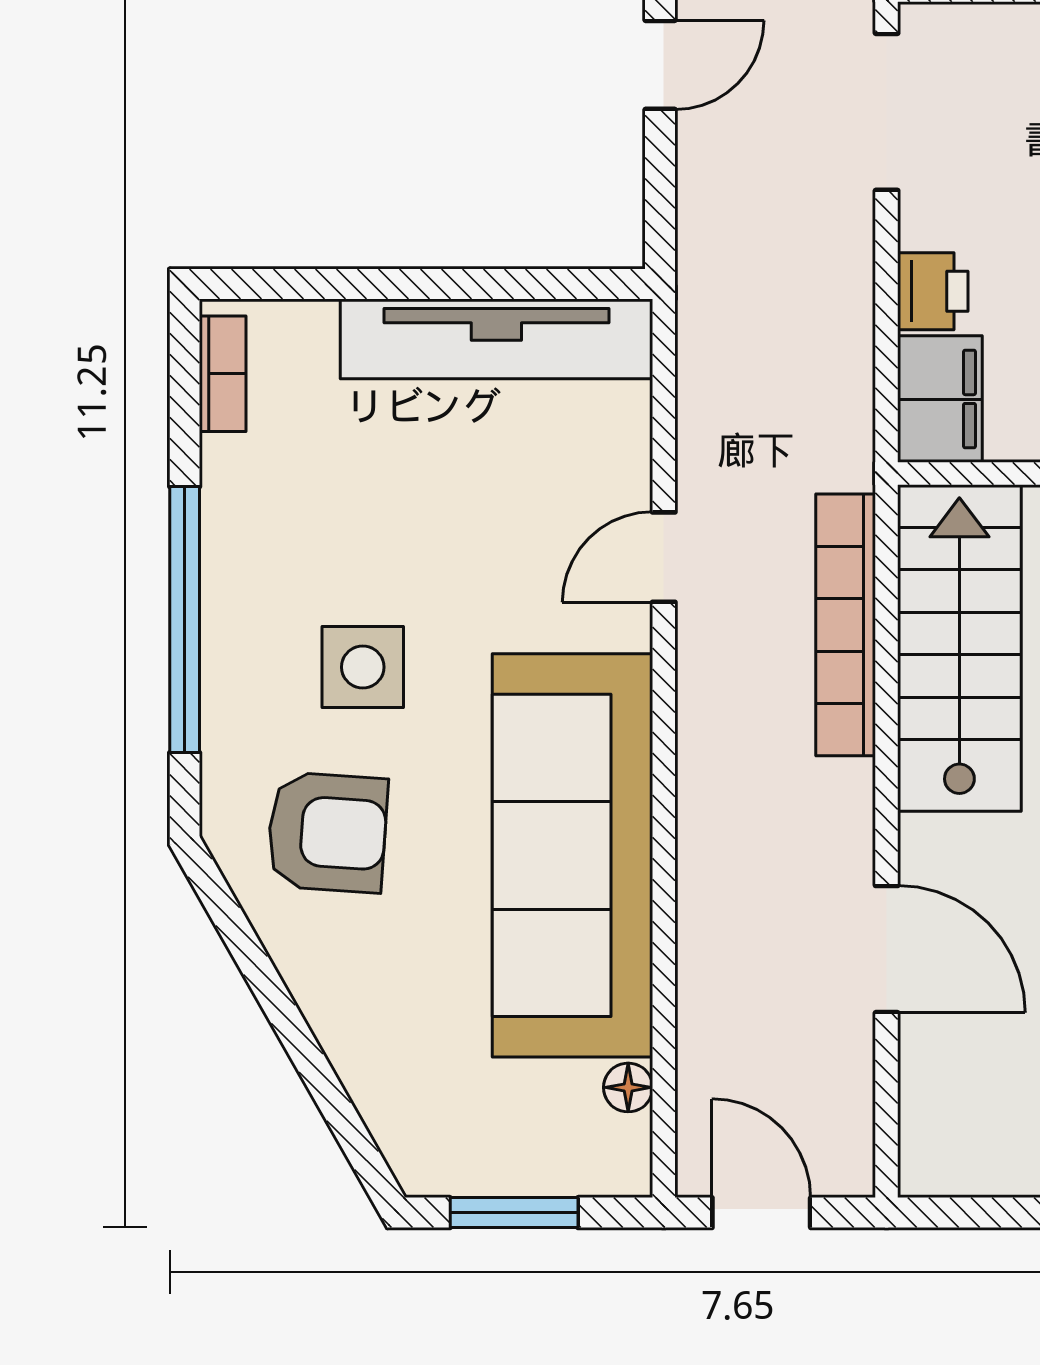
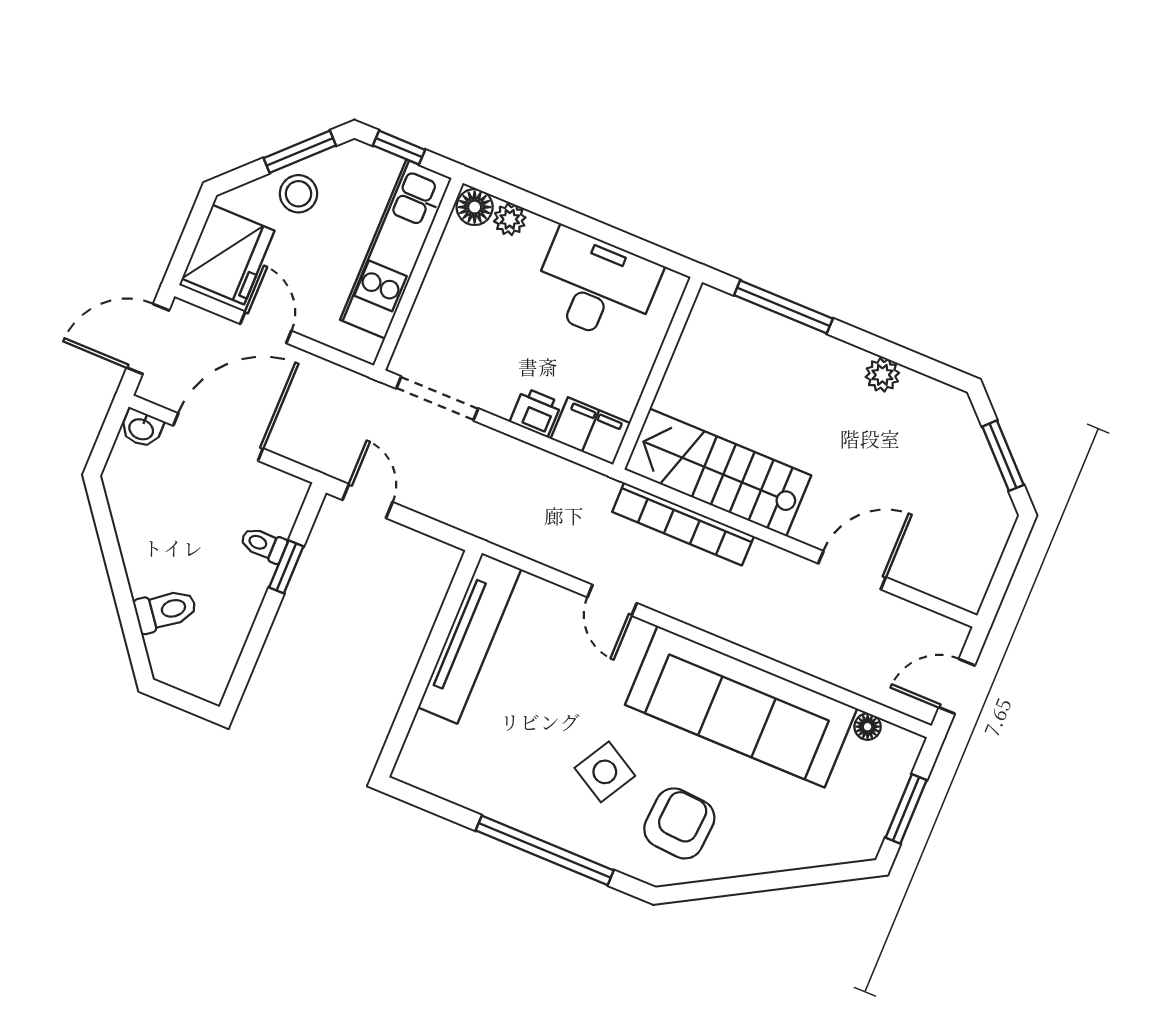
bookcase: (223, 374) -> (431, 781), removed
side table: (363, 667) -> (605, 772), turned 30

